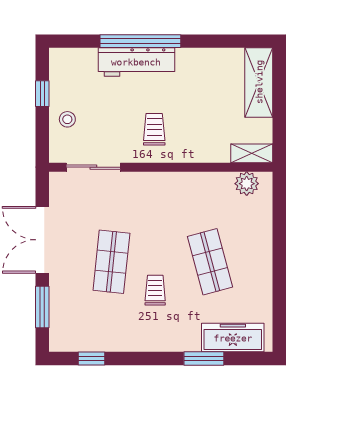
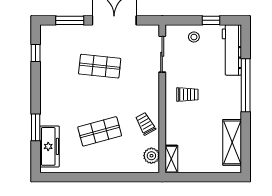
workbench: (136, 62) -> (232, 50), moved
shelving: (259, 82) -> (232, 142), moved, turned 90
trolley: (155, 290) -> (145, 124), moved, turned -119

